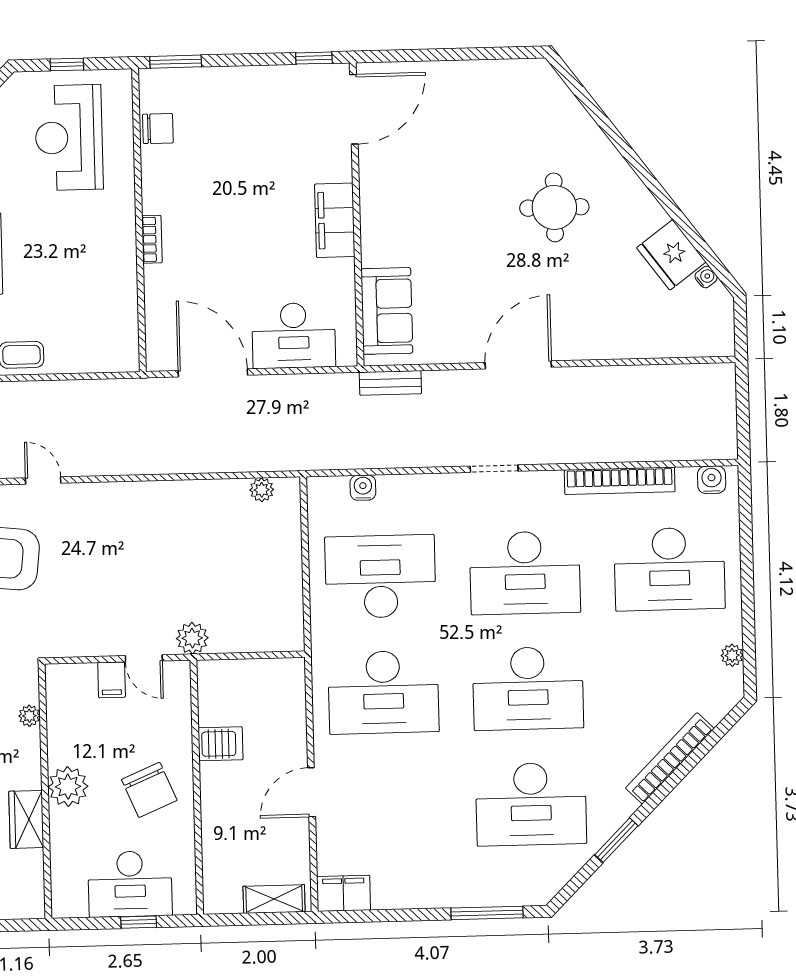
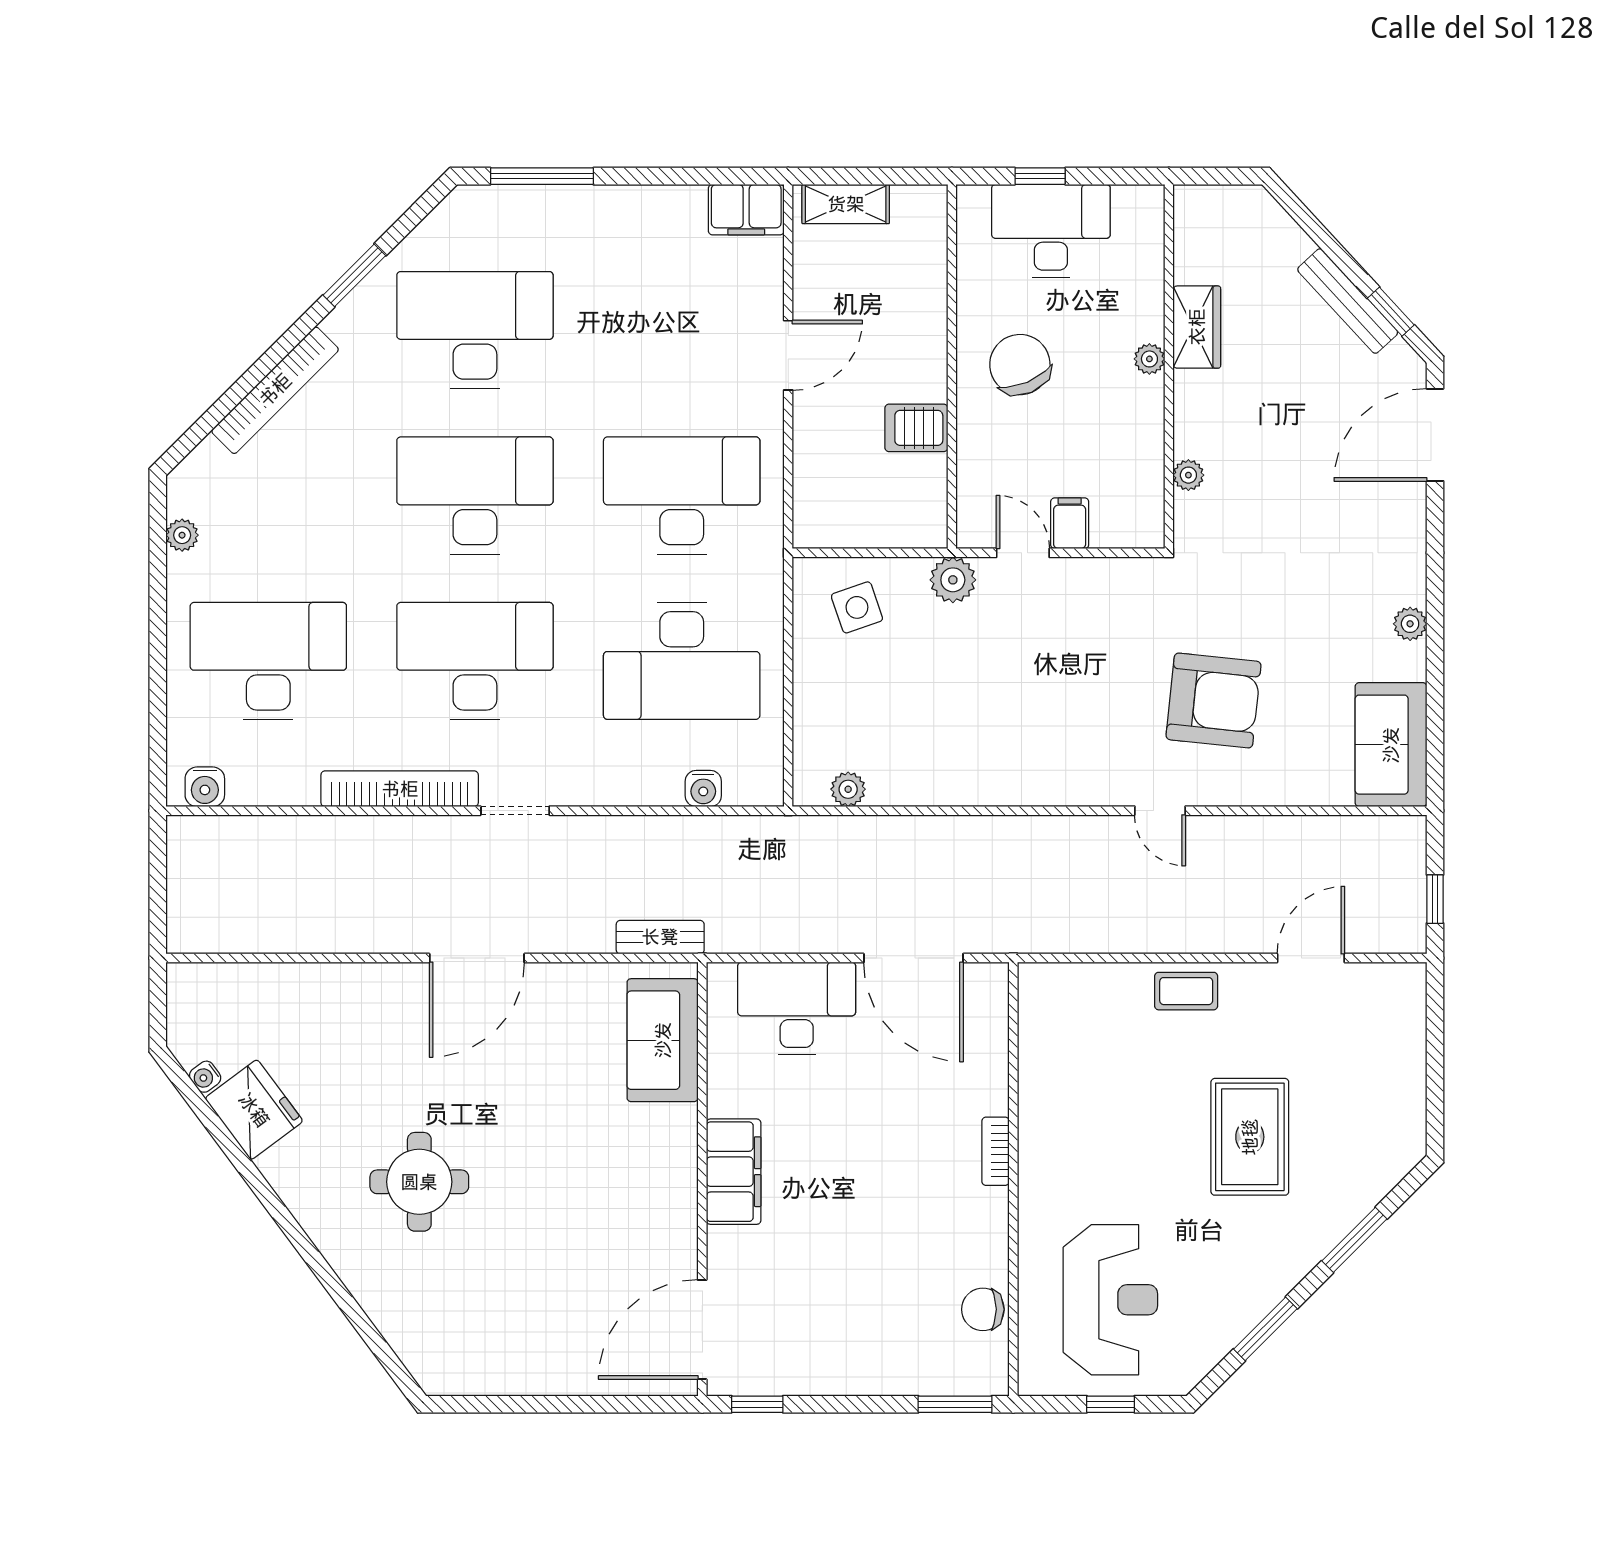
bookcase: (620, 481) -> (400, 789), moved
side table: (259, 617) -> (857, 607), added
plant: (68, 787) -> (1149, 359), width x0.53, depth x0.53

